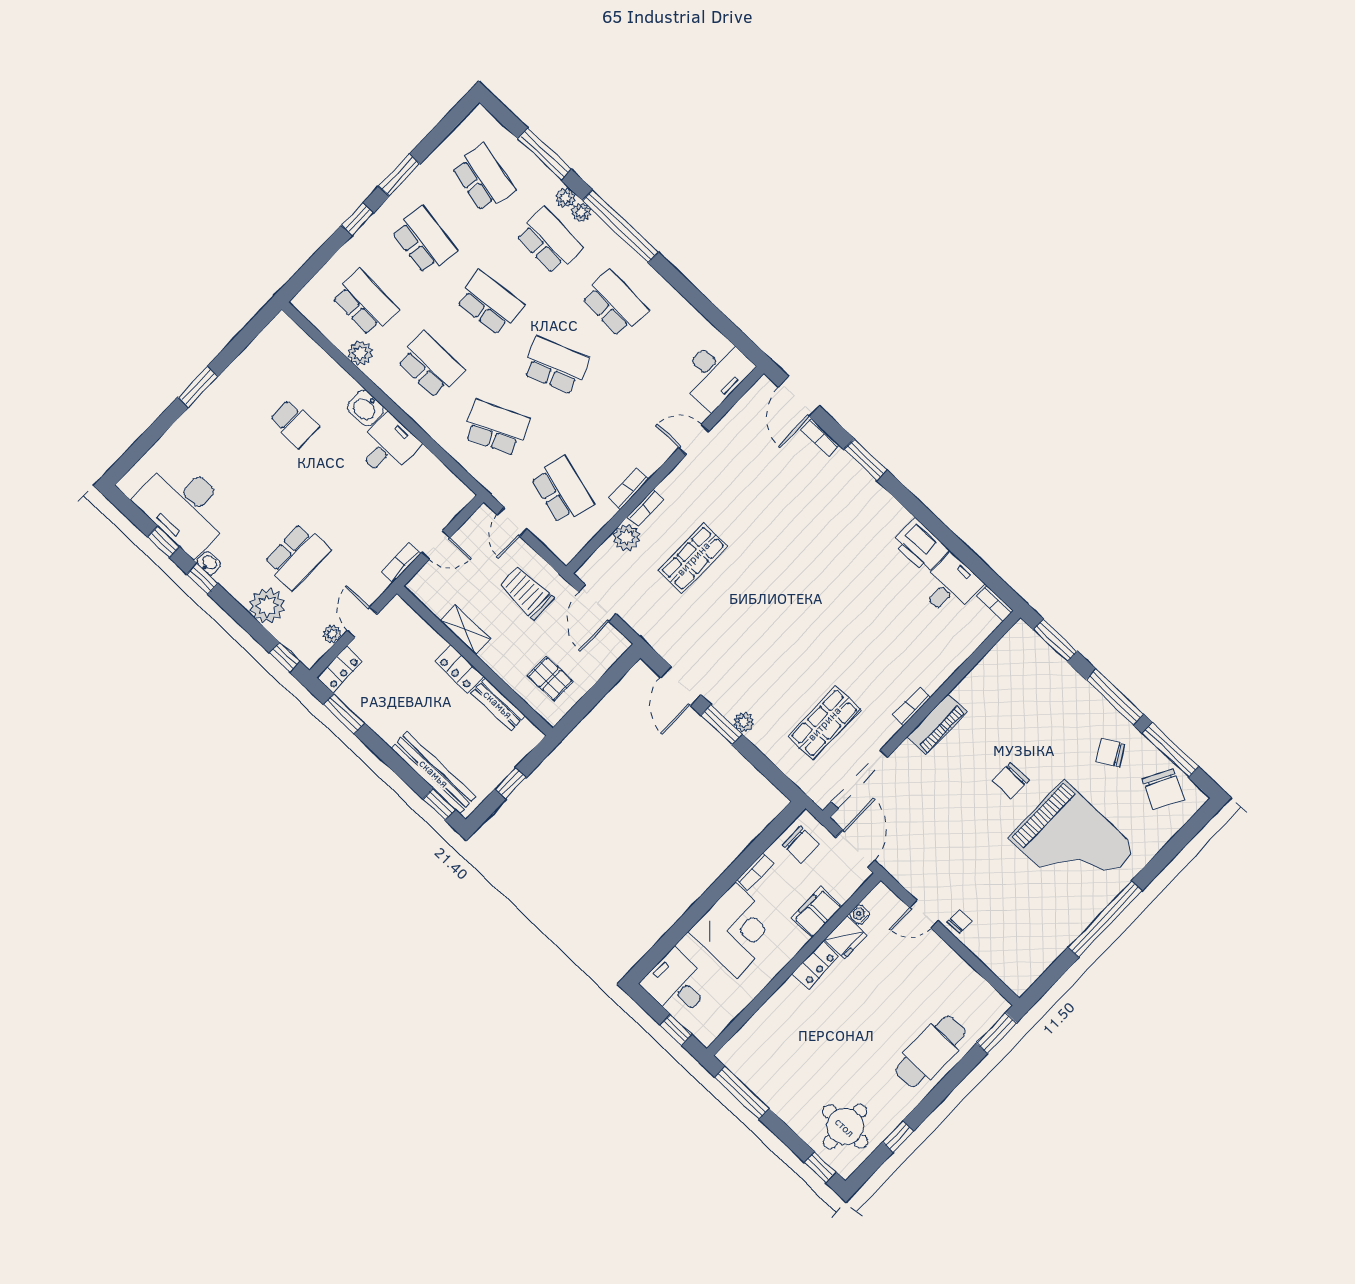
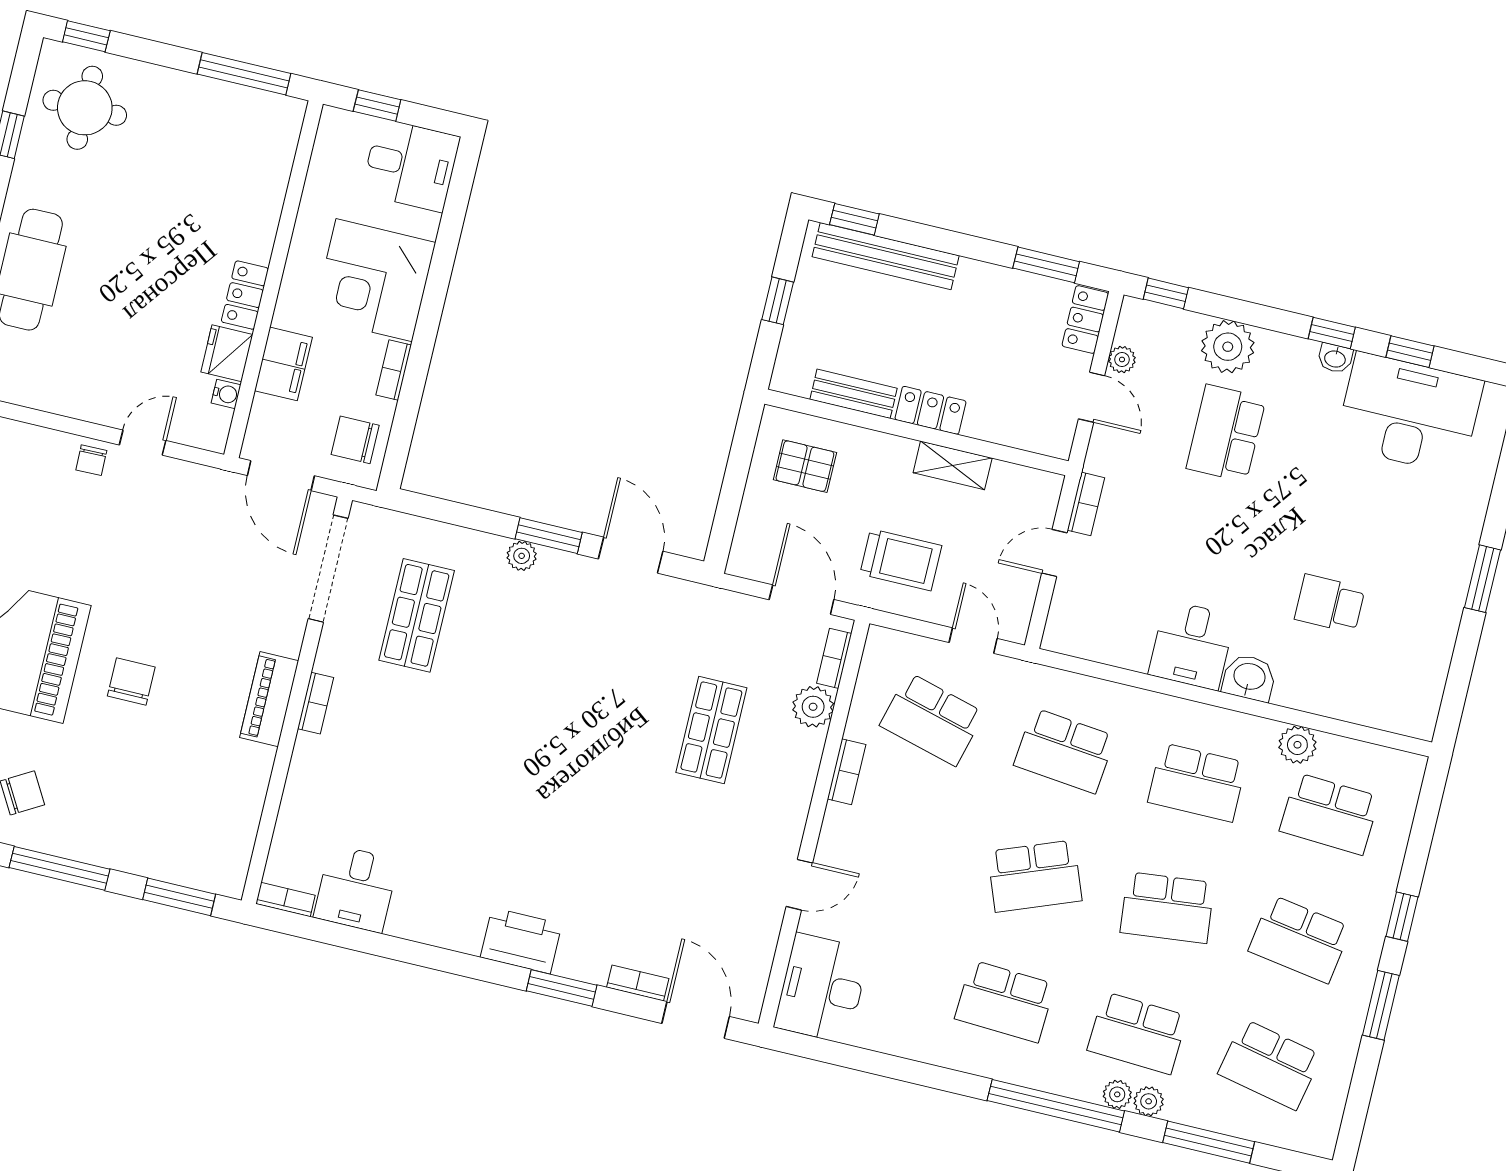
school desk: (496, 428) -> (1065, 751), turned 30
bookcase: (646, 508) -> (834, 658), moved
printer: (920, 546) -> (521, 941), moved

